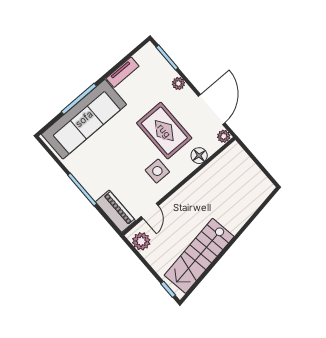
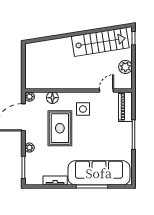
plant: (141, 241) -> (125, 67), moved

